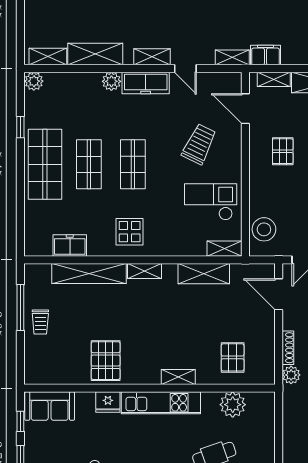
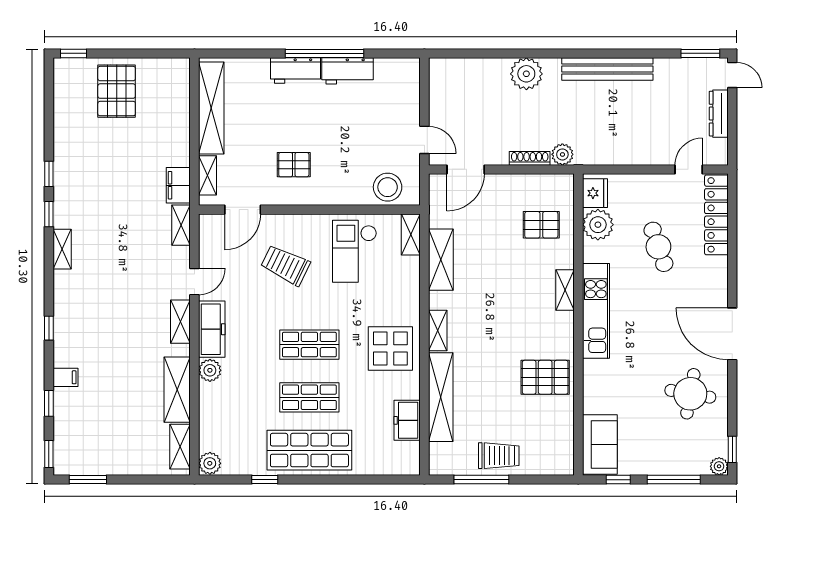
display table: (130, 232) -> (390, 348), width x1.36, depth x1.36
trolley: (40, 322) -> (499, 456), width x1.36, depth x1.39
fridge: (108, 402) -> (595, 193), moved

